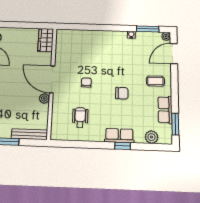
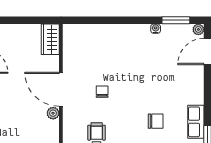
coffee table: (155, 81) -> (185, 87), removed
chair: (122, 93) -> (156, 121), moved

